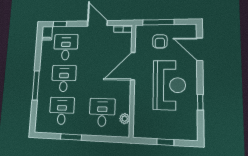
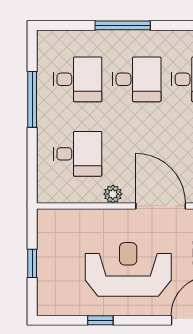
reception desk: (169, 85) -> (128, 269), turned 180
plant: (125, 119) -> (113, 194), moved
window: (71, 137) -> (32, 99), width x1.44

